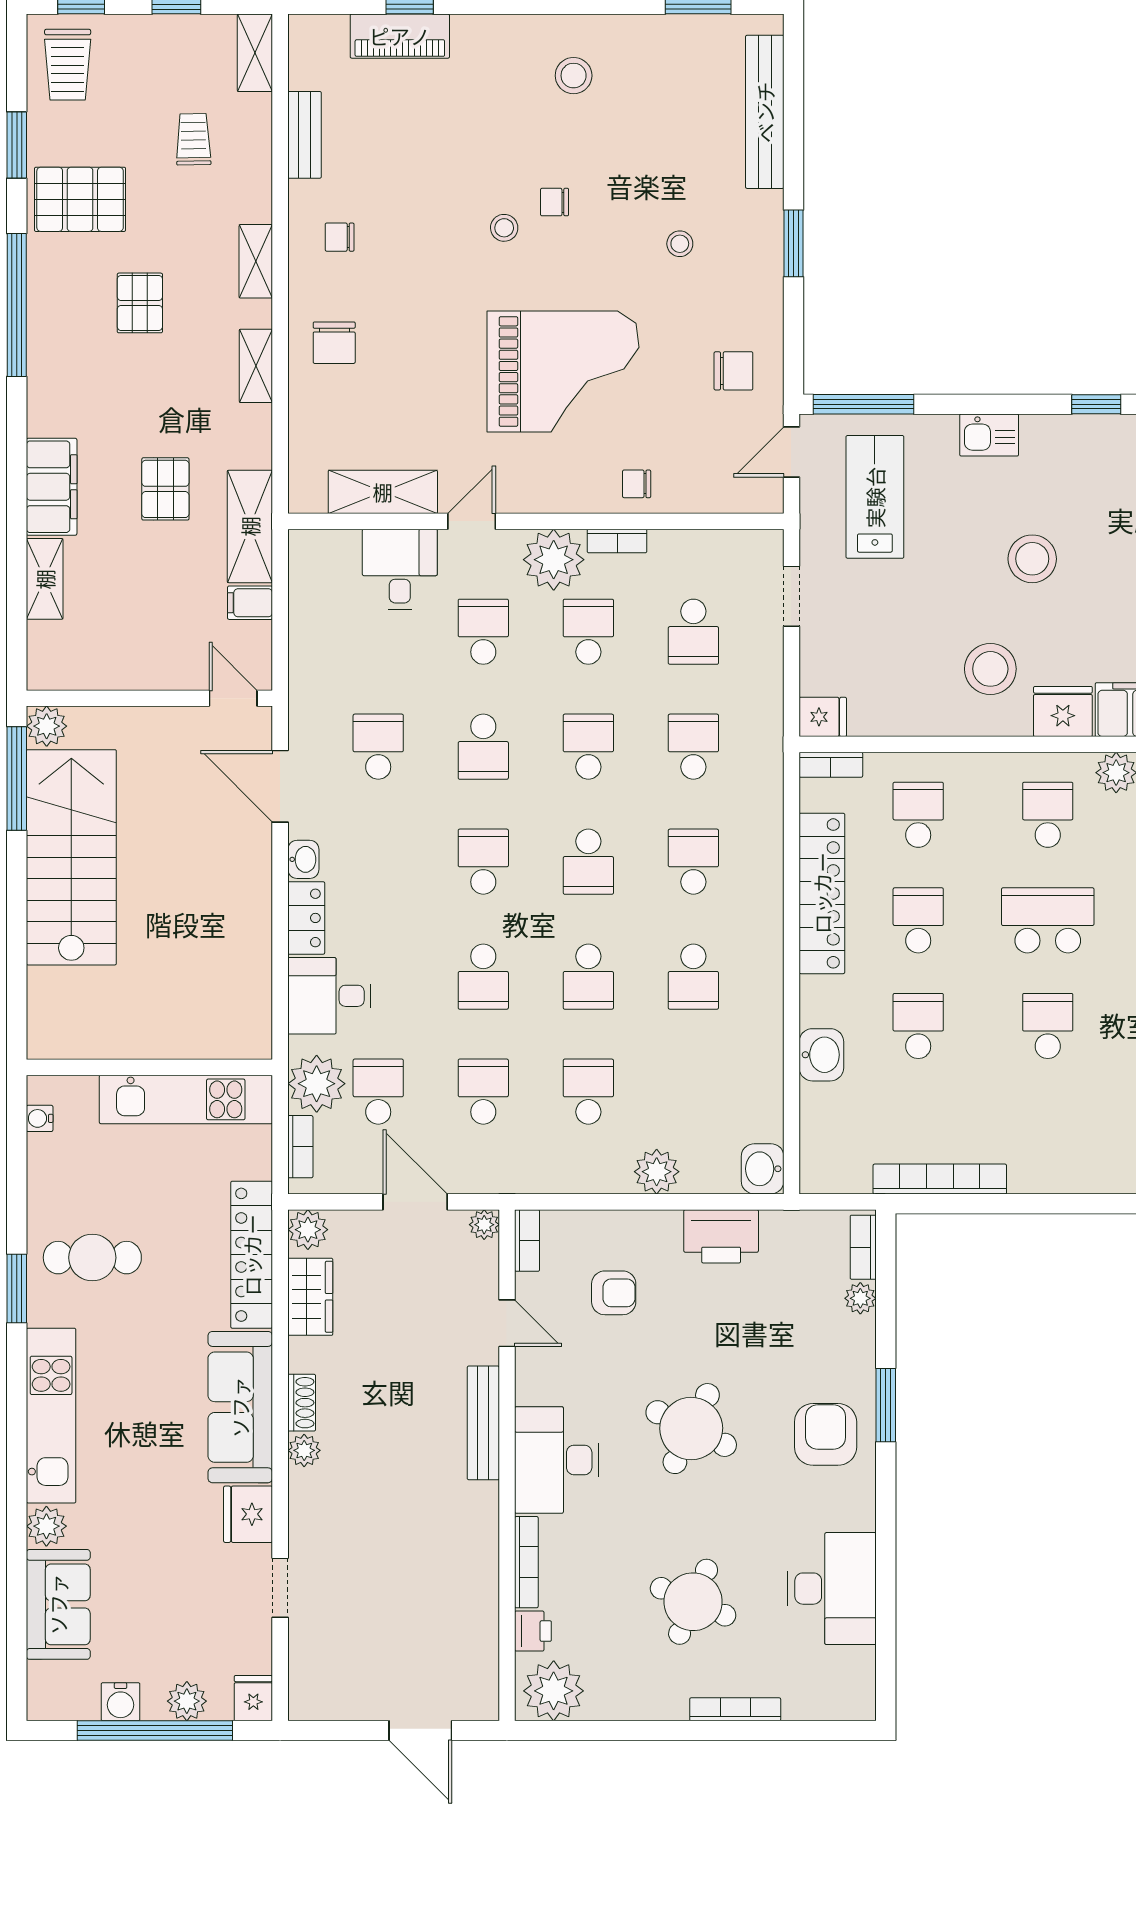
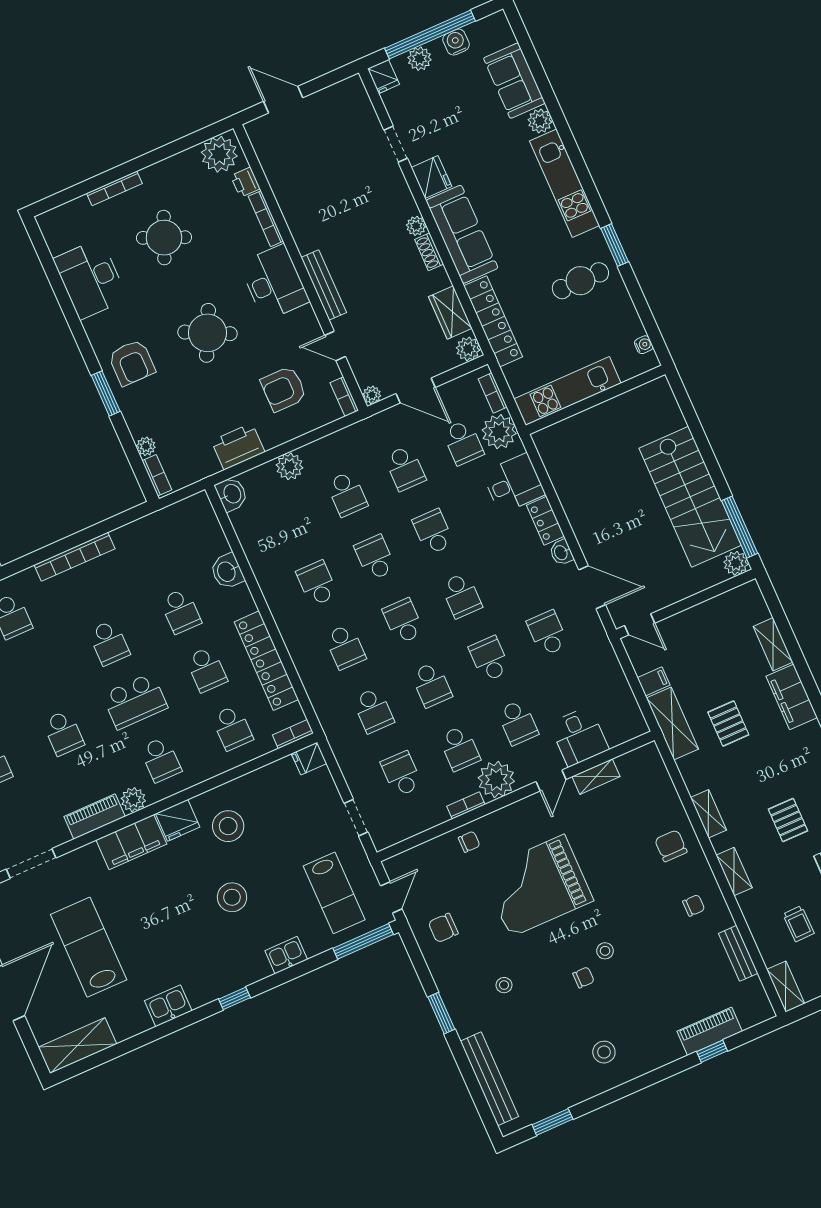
shelving: (383, 492) -> (596, 777), width x0.67, depth x0.75
school desk: (378, 747) -> (548, 633), turned 180
bookcase: (940, 1179) -> (75, 557), moved
armchair: (614, 1293) -> (284, 389), width x1.38, depth x1.38

